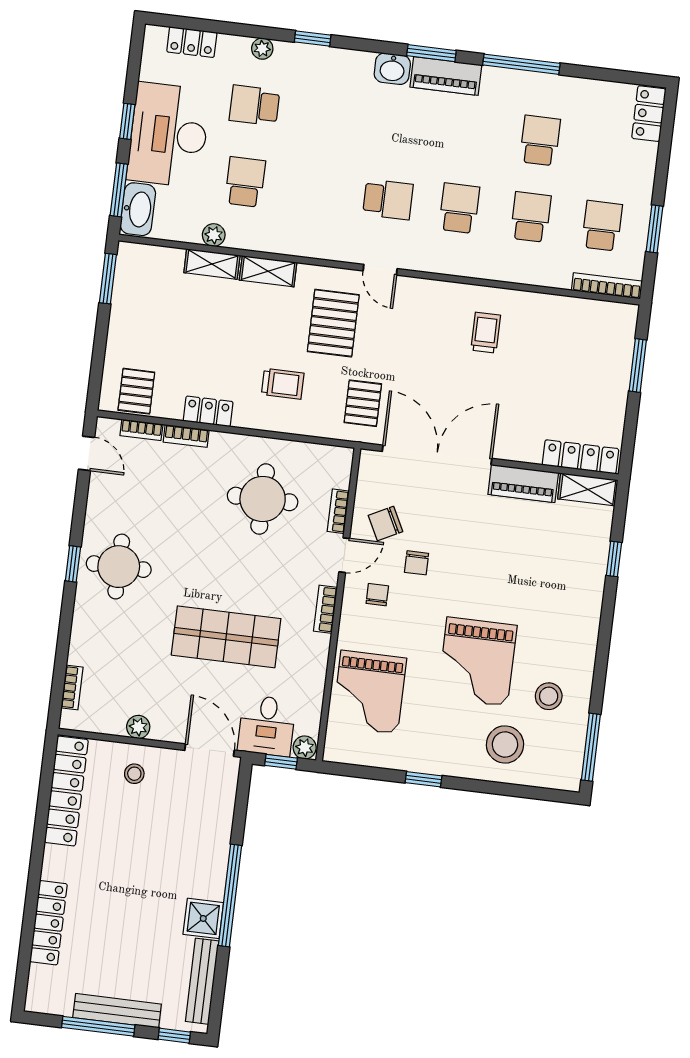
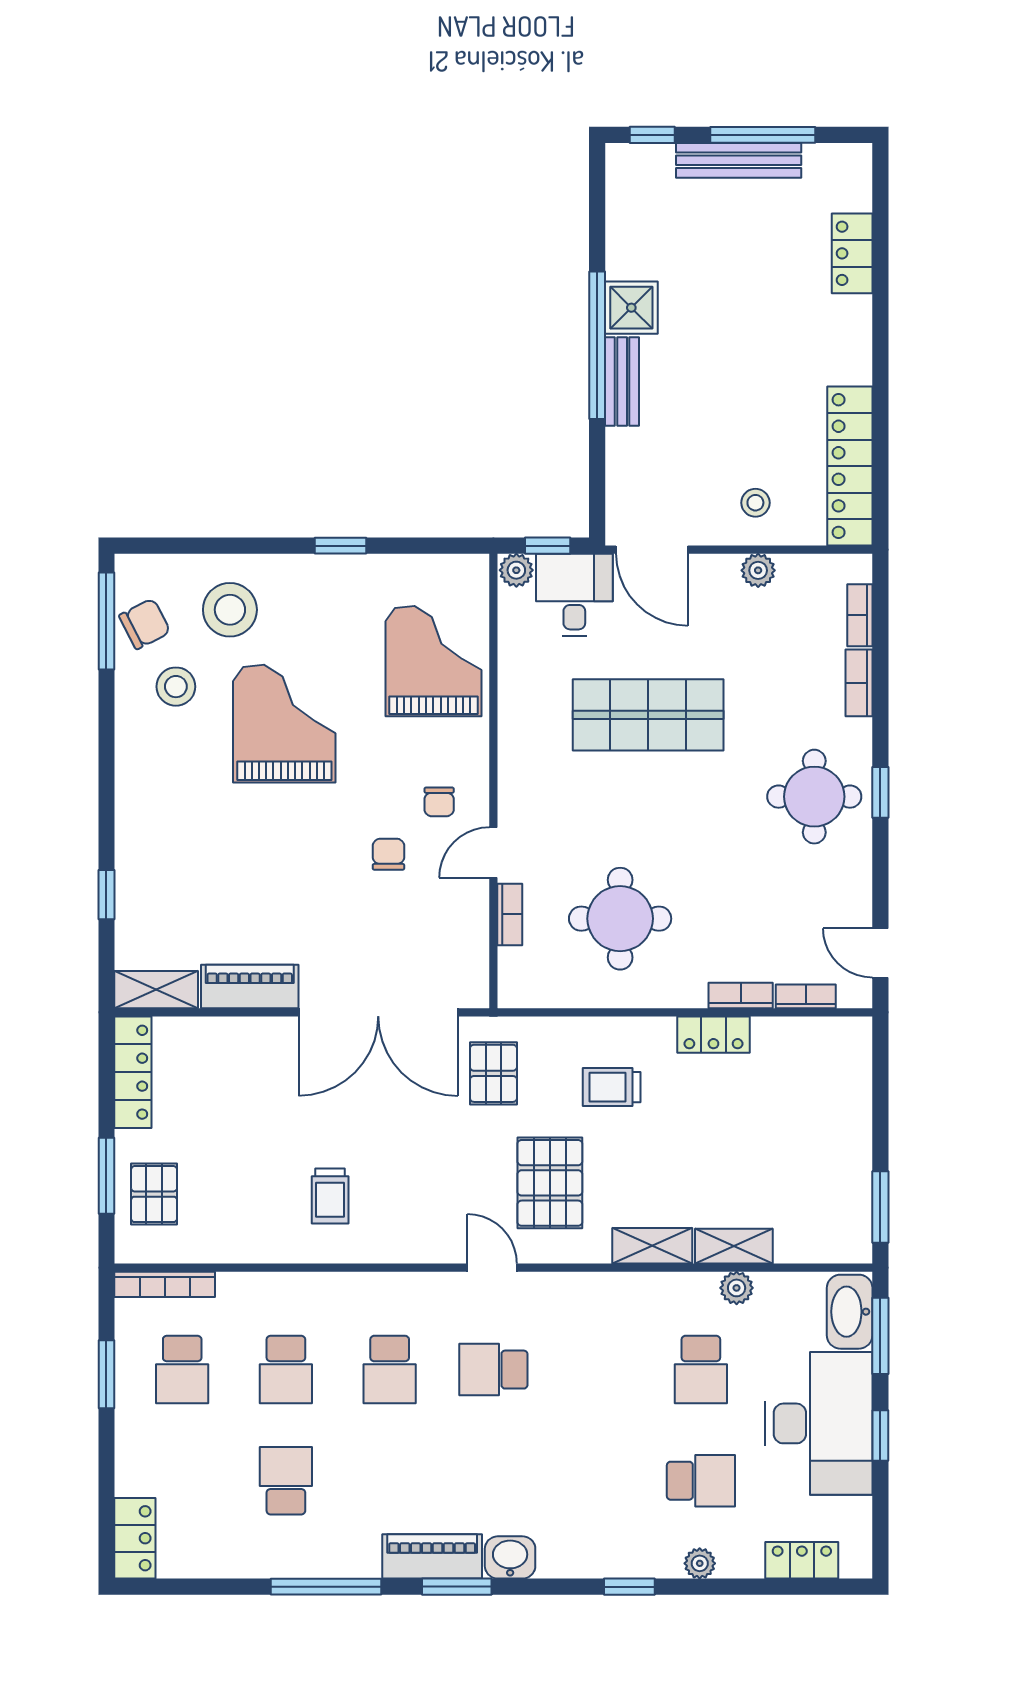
school desk: (540, 140) -> (286, 1481), turned 180
pallet: (136, 391) -> (154, 1194), moved
locker: (580, 457) -> (133, 1072), moved, turned -90
chair: (385, 524) -> (145, 624), moved
bookcase: (325, 609) -> (859, 683), moved, turned 180
locker: (49, 923) -> (852, 253), width x0.66
bench: (202, 981) -> (622, 382), moved, width x0.73

